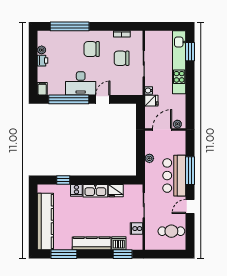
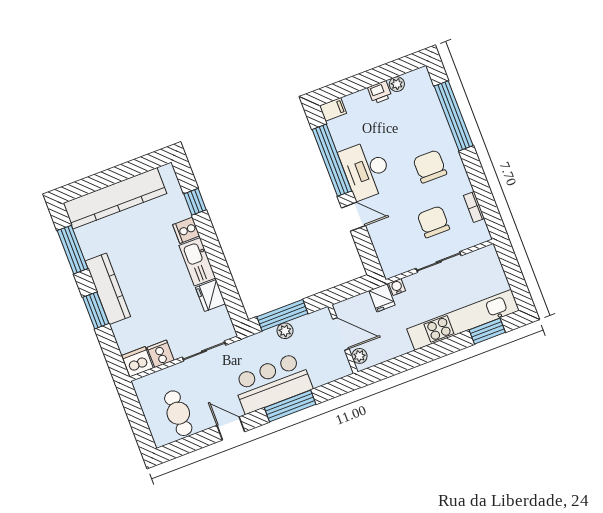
window: (141, 157) -> (282, 315), added
dishwasher: (119, 243) -> (138, 362), moved, turned -90
window: (123, 254) -> (96, 310), moved

